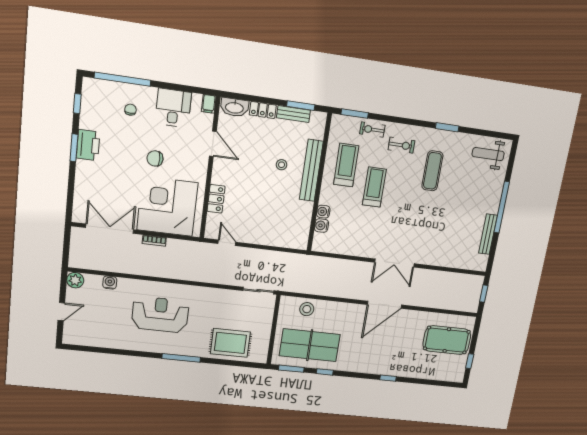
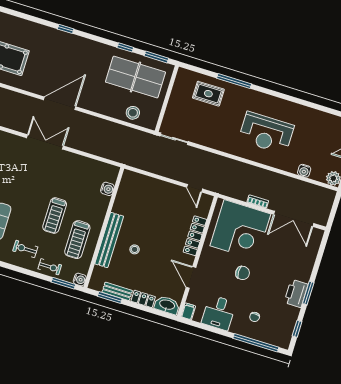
locker: (216, 199) -> (195, 236), width x1.53
water cooler: (323, 212) -> (80, 279), moved
rug: (230, 343) -> (208, 94), width x0.73, depth x0.70
window: (181, 358) -> (234, 81), moved

